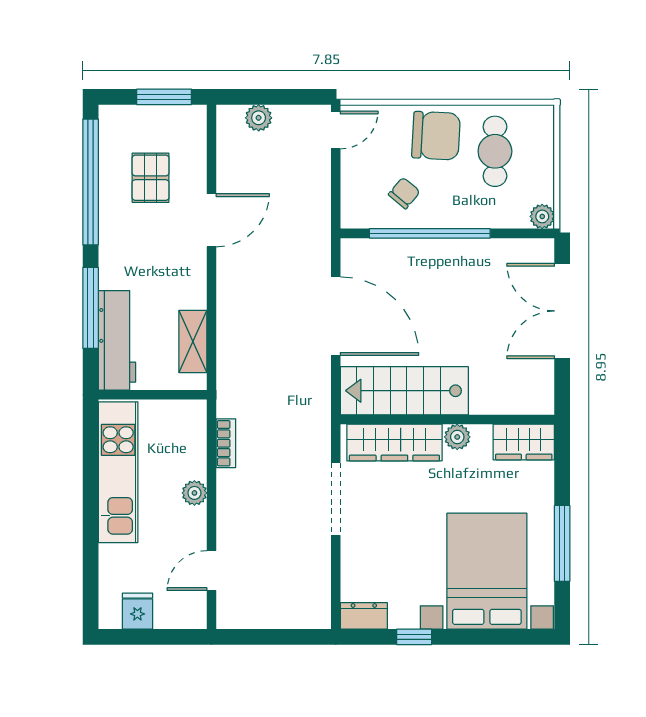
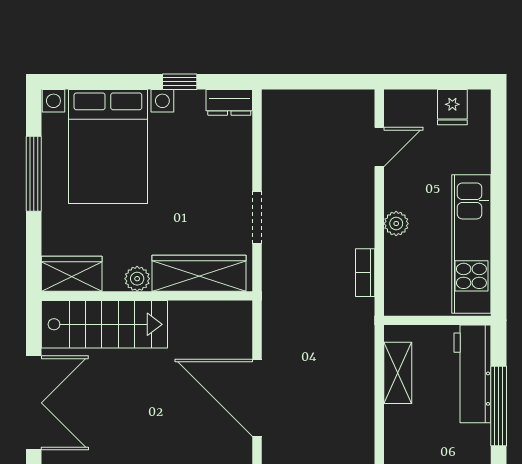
stairs: (404, 391) -> (104, 324), moved
doorway: (336, 499) -> (257, 218), width x0.73

